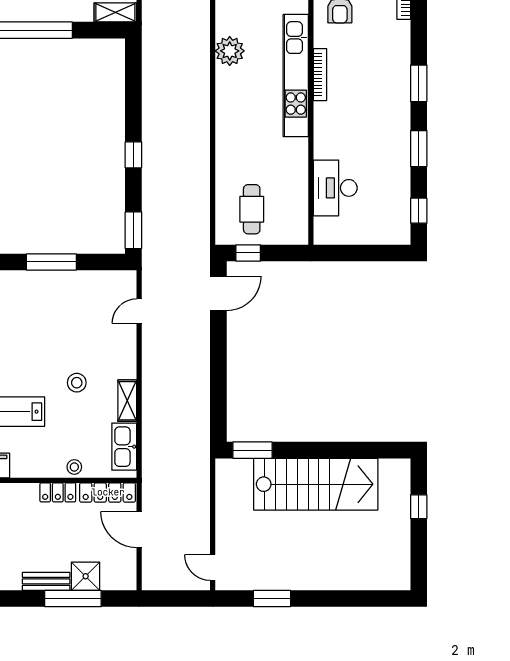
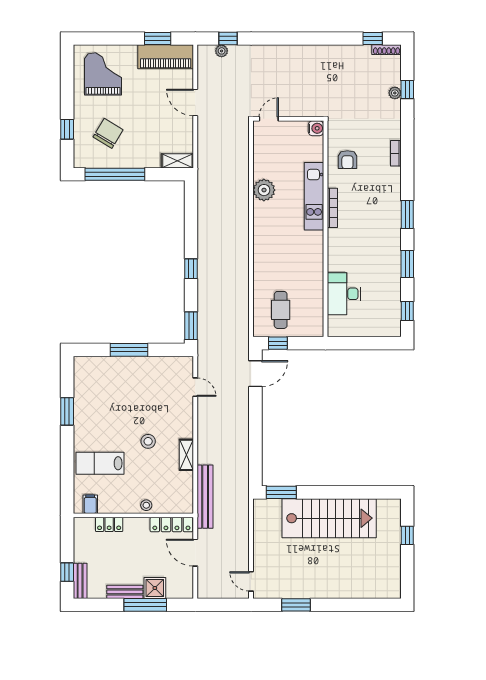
kitchen unit: (296, 75) -> (314, 196), width x0.73
door: (139, 311) -> (195, 387), swing flipped
kitchen sink: (124, 447) -> (184, 490), removed
bench: (152, 456) -> (205, 497), added
locker: (58, 492) -> (109, 524), moved

